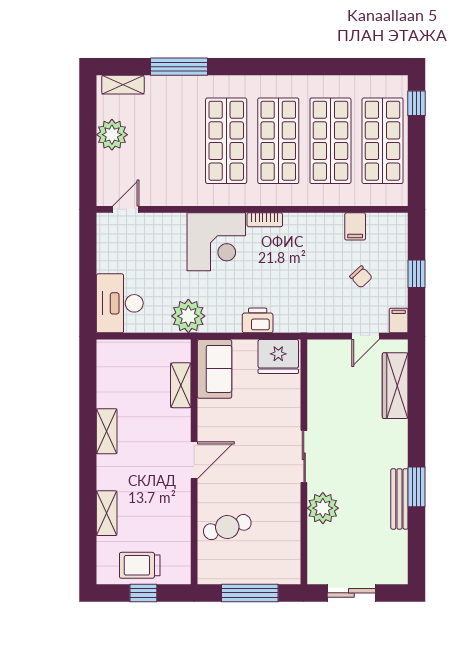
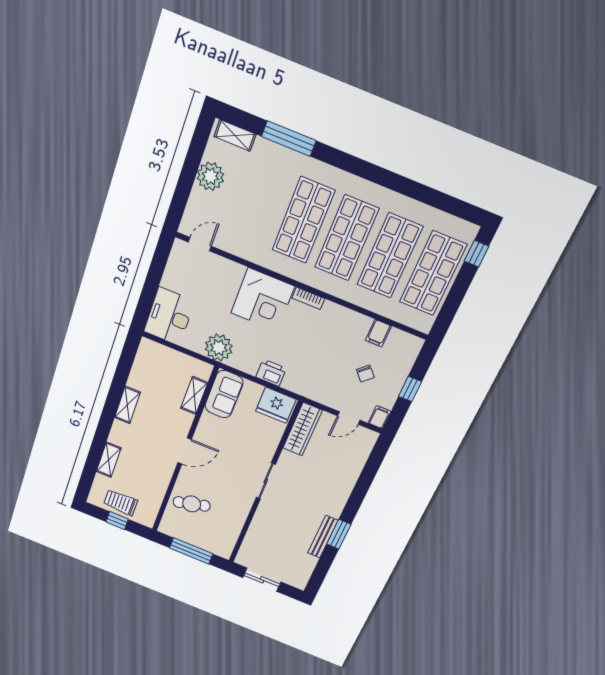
wardrobe: (395, 386) -> (303, 429), moved, turned 180
plant: (323, 508) -> (265, 520), removed

